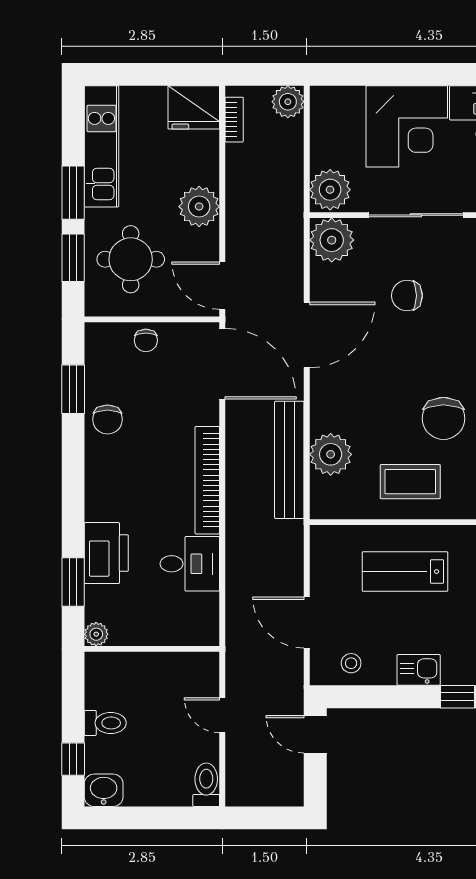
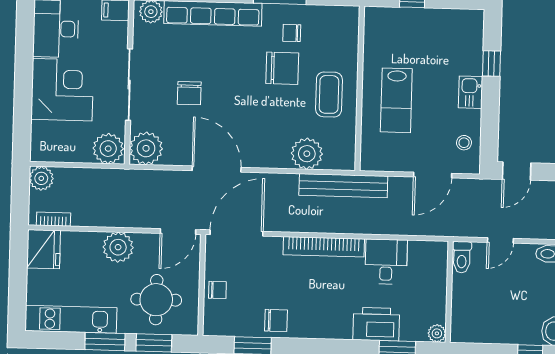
bench: (289, 460) -> (343, 186), moved
toilet: (105, 723) -> (462, 257), moved, turned 180

